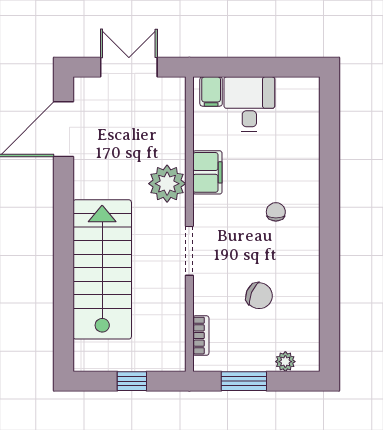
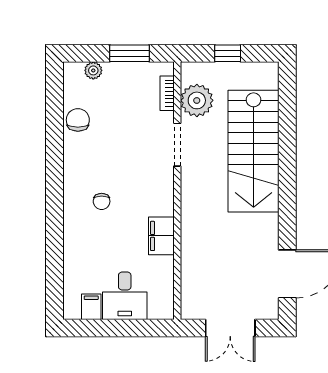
filing cabinet: (211, 91) -> (91, 307), moved
plant: (167, 184) -> (197, 100), moved
doorway: (189, 251) -> (177, 145), moved
chair: (259, 296) -> (78, 120), moved, turned 67

